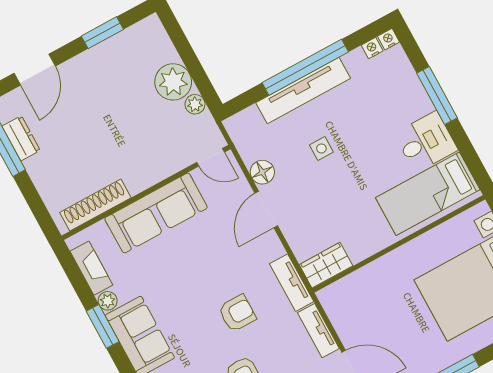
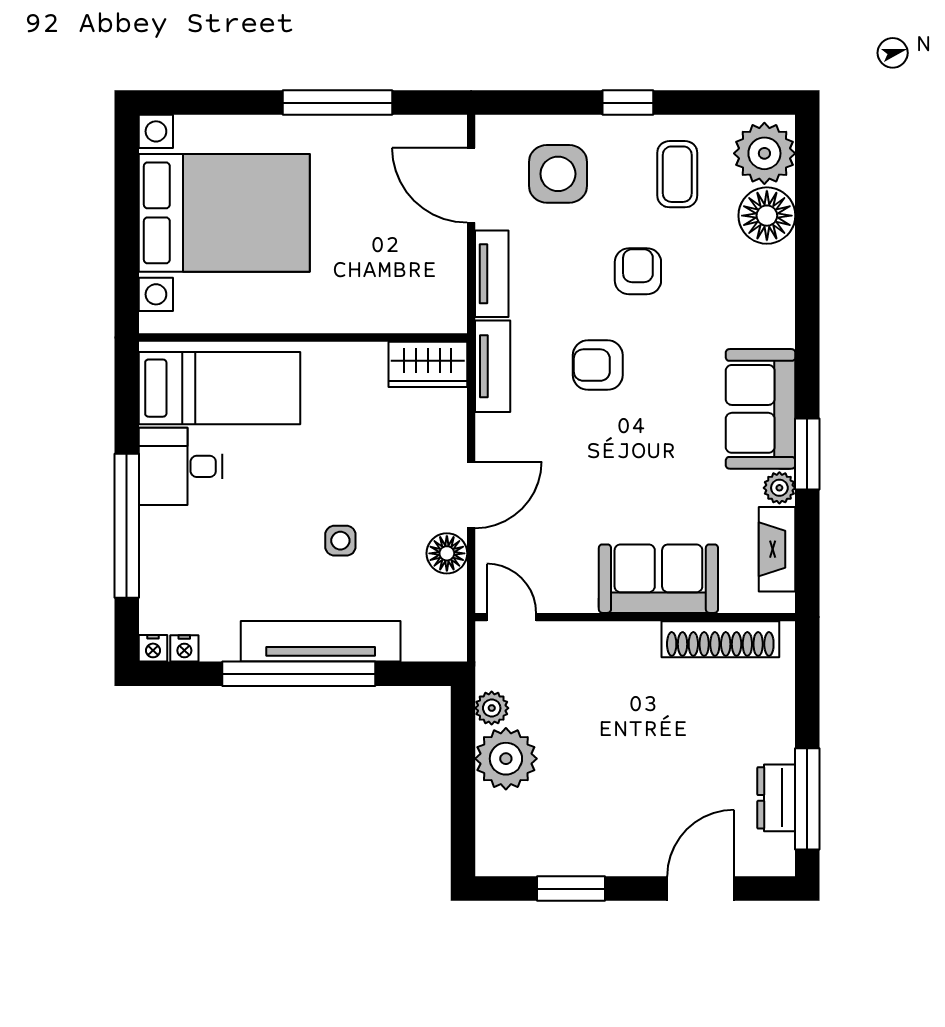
window: (437, 96) -> (127, 526), width x1.46
sofa: (156, 213) -> (658, 579), width x0.73

